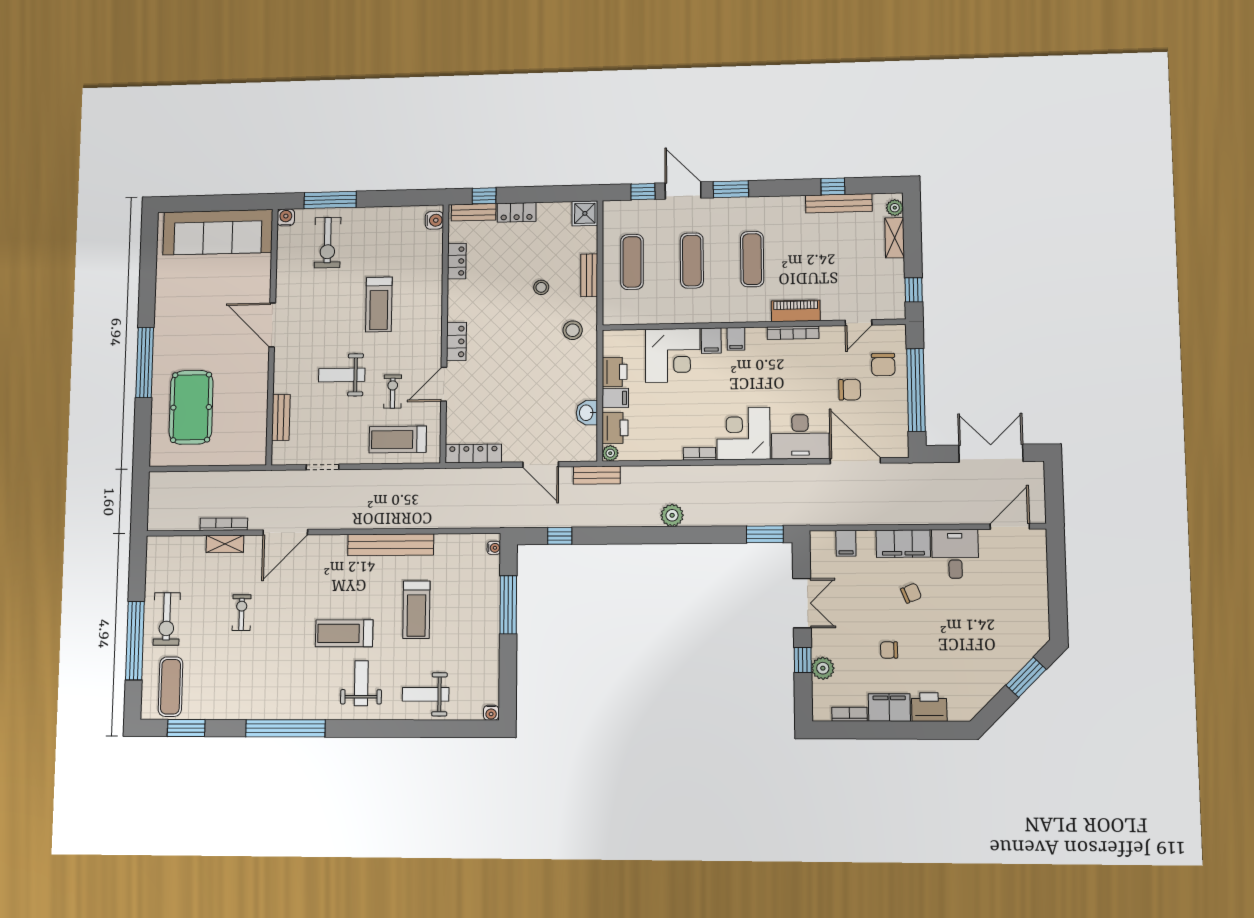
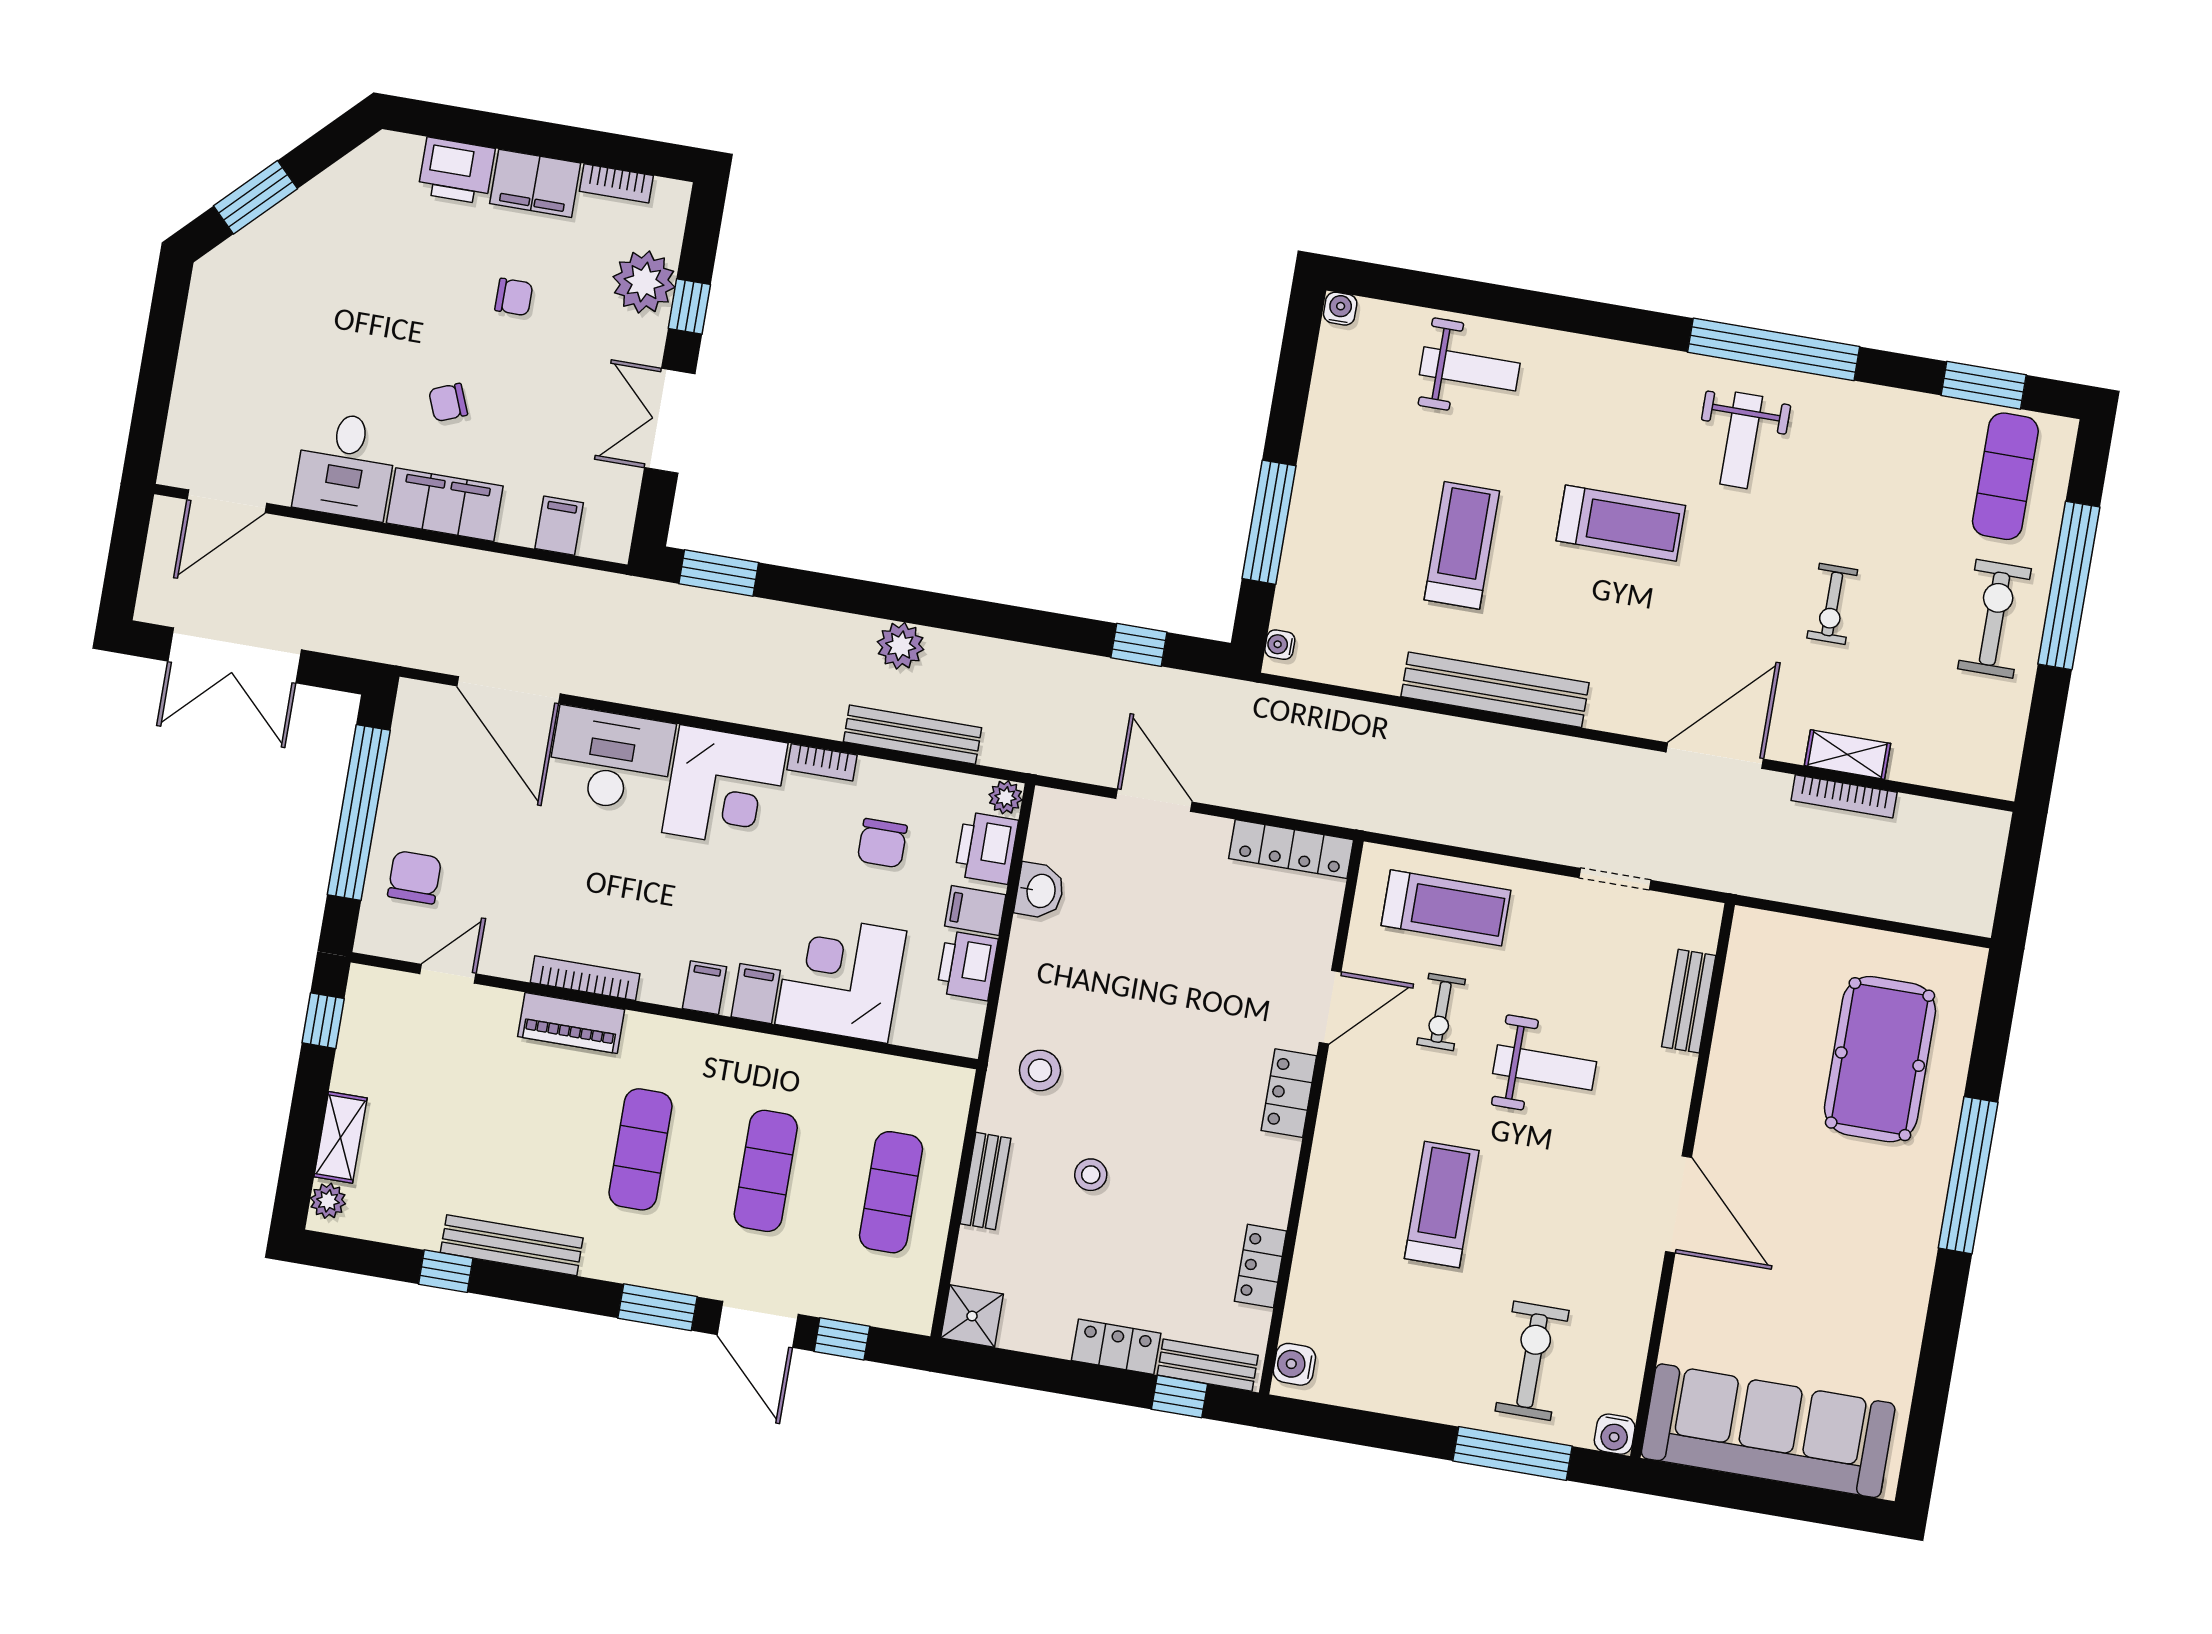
bench: (839, 203) -> (512, 1245), moved
chair: (850, 390) -> (882, 843), moved, turned -90
bench: (597, 475) -> (912, 735), moved, width x1.36
plant: (823, 668) -> (644, 282), width x1.36, depth x1.36
weight bench: (361, 683) -> (1741, 440), moved

